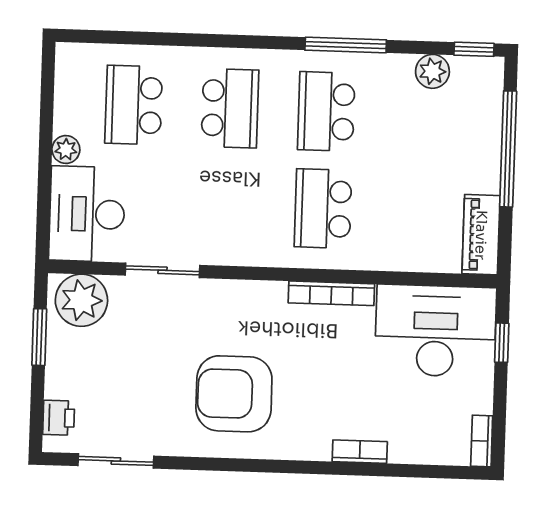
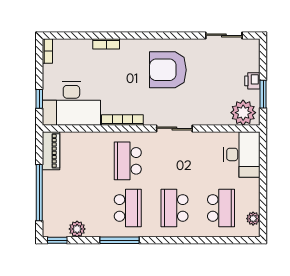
plant: (66, 149) -> (253, 219), moved
school desk: (323, 209) -> (128, 161), turned 180
sliding door: (162, 270) -> (174, 128), moved
armchair: (234, 394) -> (168, 70), turned 180
printer: (59, 418) -> (252, 81), moved

